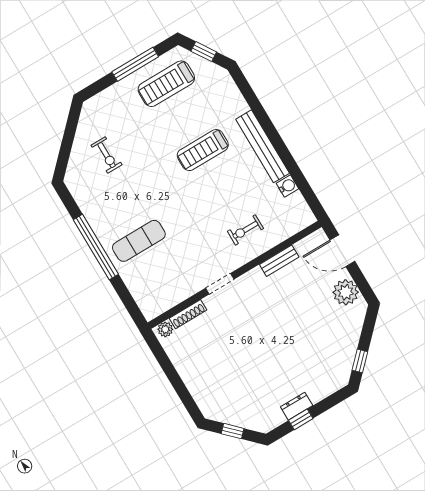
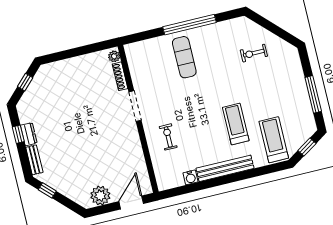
treadmill: (166, 84) -> (274, 140), moved
bench: (279, 261) -> (34, 160), moved
doorway: (220, 284) -> (135, 106), width x1.38

